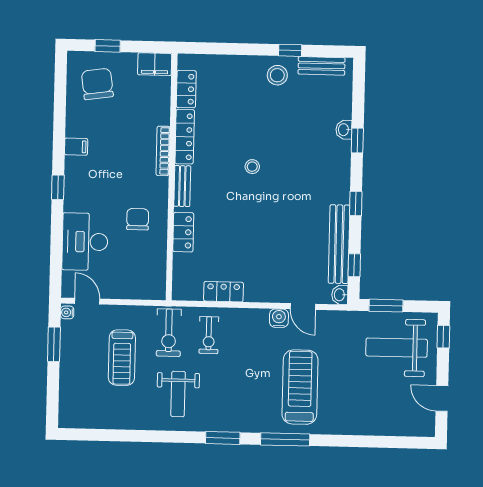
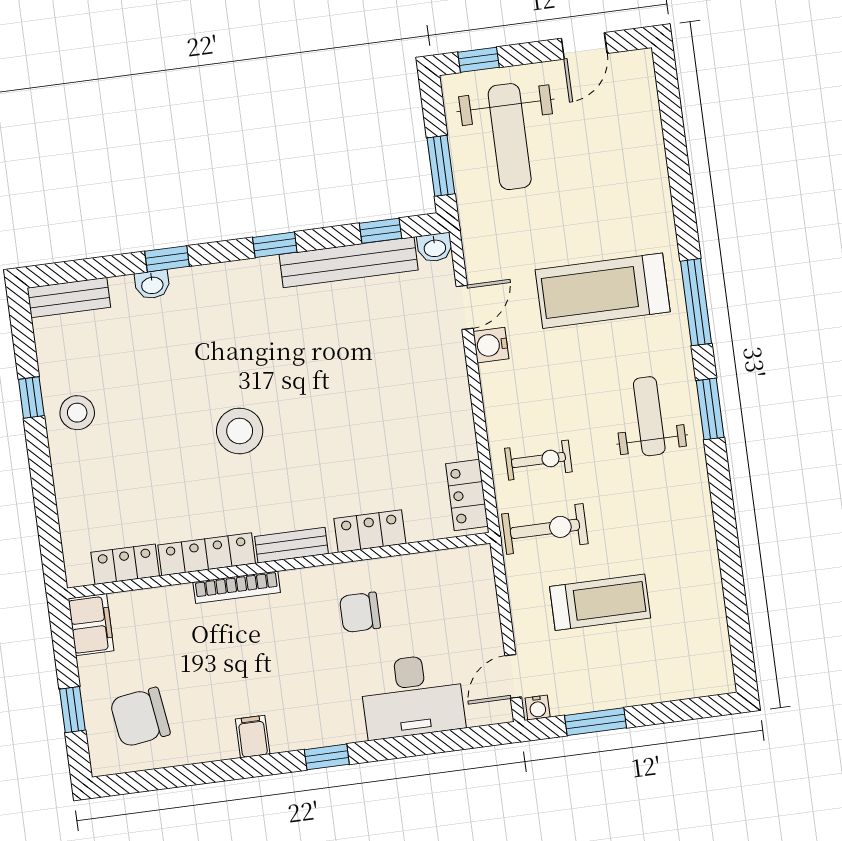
bench: (322, 66) -> (69, 298), moved, turned 90
stool: (252, 167) -> (240, 431), width x1.89, depth x1.89
locker: (224, 292) -> (467, 495), moved
weight bench: (178, 394) -> (649, 416), moved, turned -90

